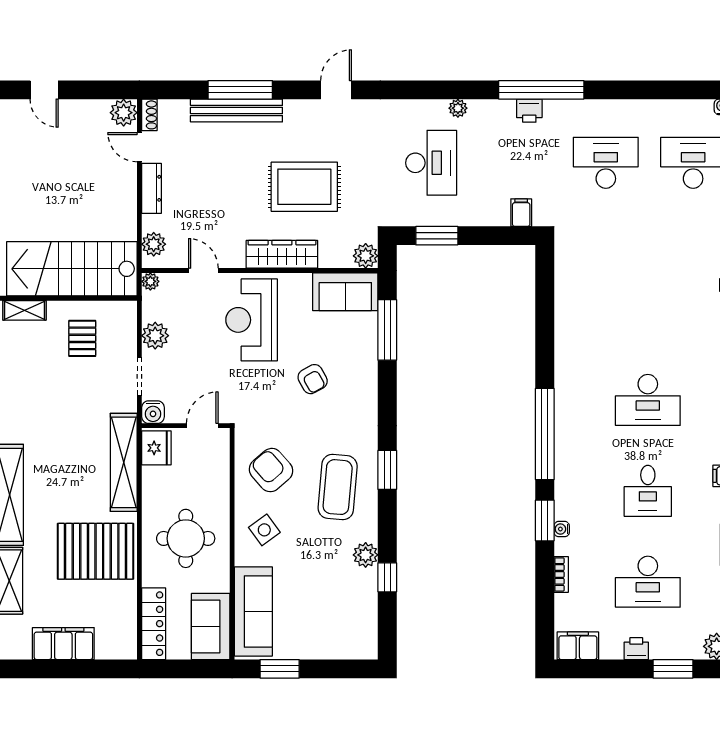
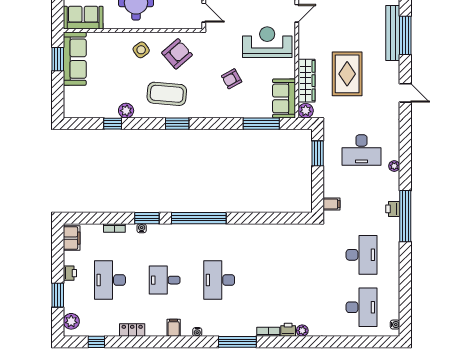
wardrobe: (282, 254) -> (307, 81), moved
sofa: (253, 611) -> (75, 59), moved, turned -90

